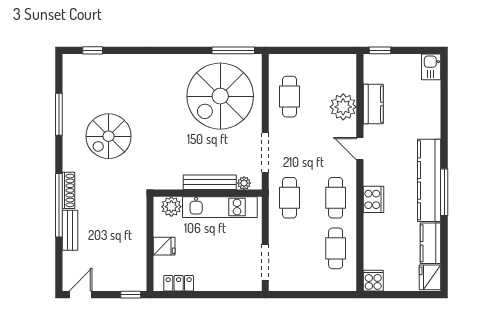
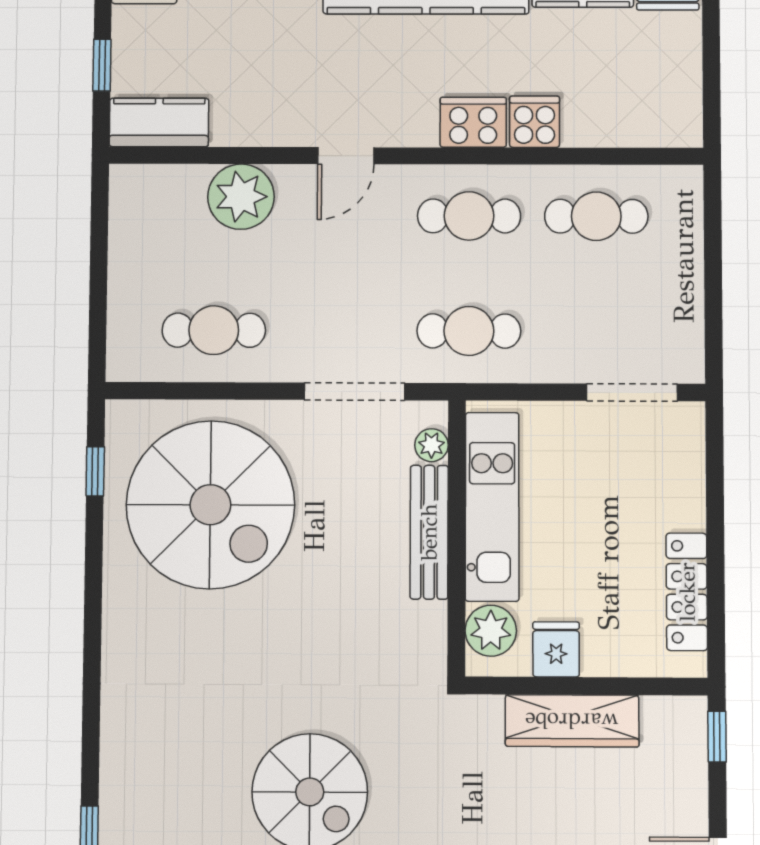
window: (233, 50) -> (95, 471), width x0.46
window: (380, 50) -> (102, 65), moved
kitchen counter: (373, 104) -> (159, 122), moved
wardrobe: (137, 238) -> (572, 721), added
fridge: (164, 246) -> (556, 649), moved
cooker: (373, 281) -> (534, 122), moved, turned 90
locker: (179, 283) -> (687, 592), width x1.53

